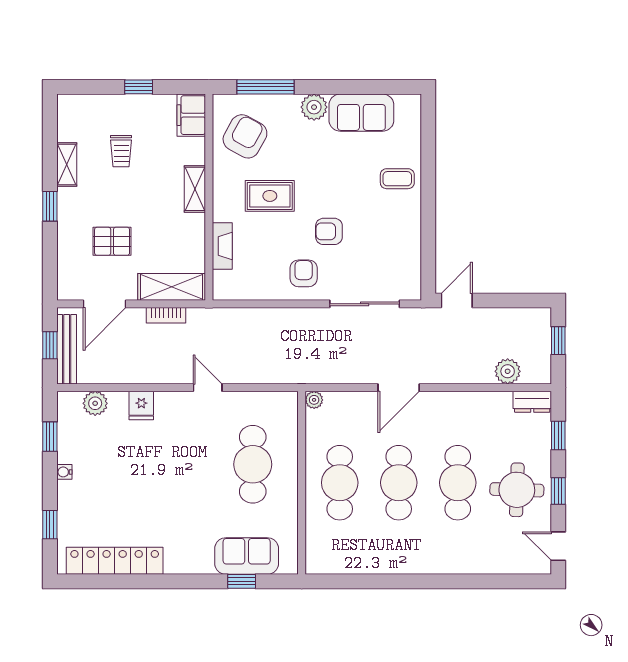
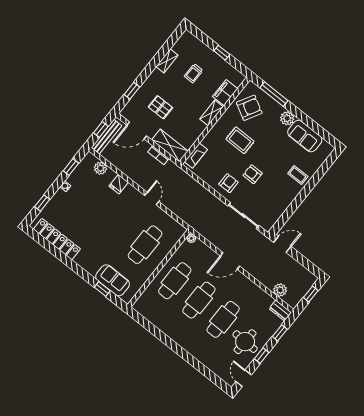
filing cabinet: (191, 115) -> (225, 93), moved
window: (50, 206) -> (132, 91), moved
fireplace: (222, 246) -> (196, 156), moved

